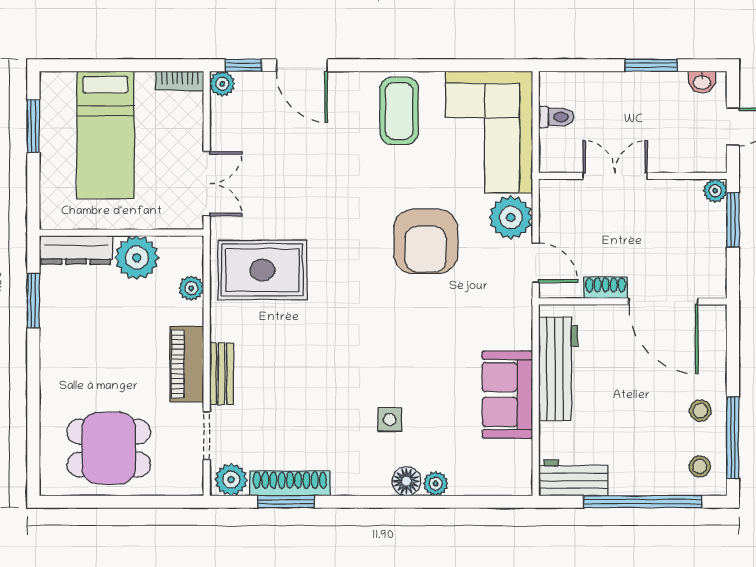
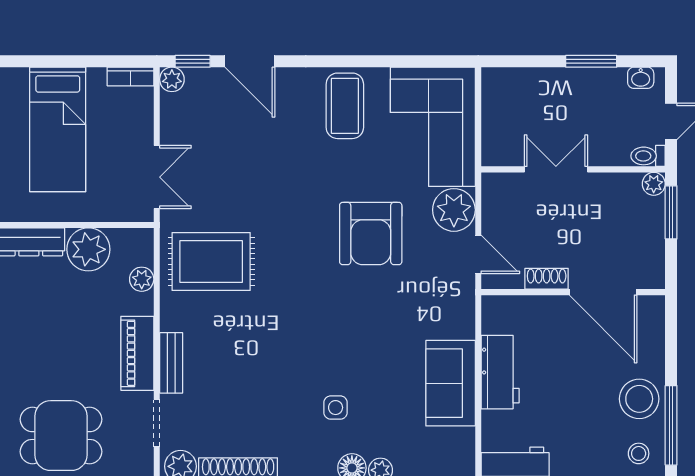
toilet: (556, 117) -> (648, 156), moved, turned 180
workbench: (558, 369) -> (500, 372), width x0.73
stool: (700, 411) -> (639, 399), width x1.89, depth x1.89

